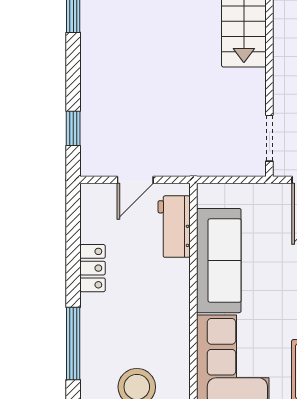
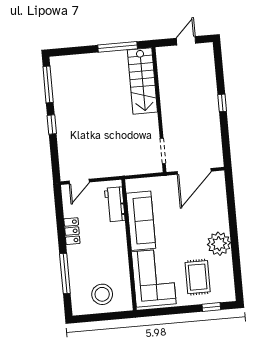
window: (73, 128) -> (52, 124), moved
door: (135, 180) -> (79, 182), moved

